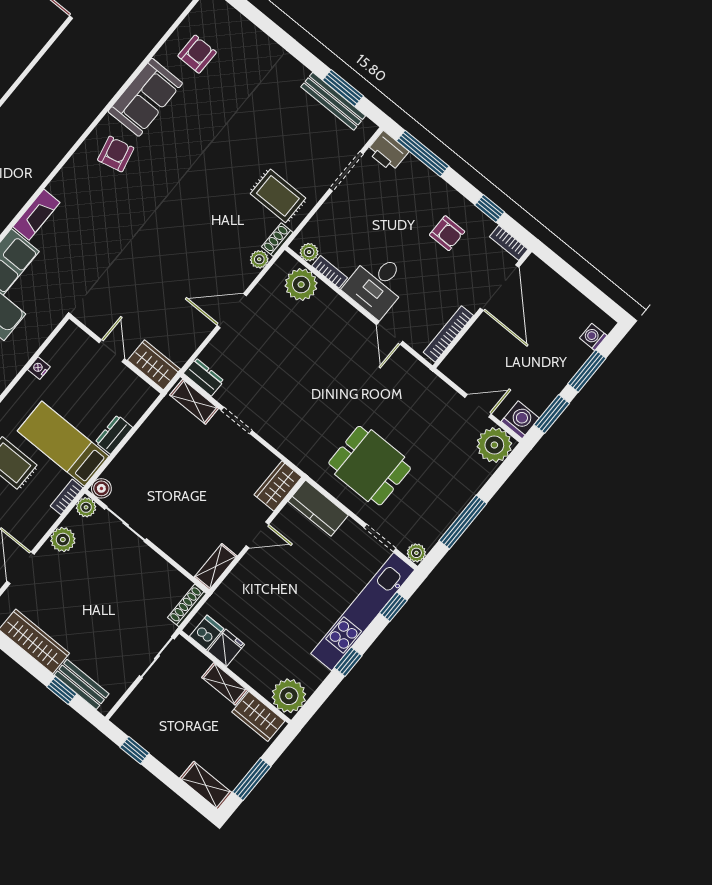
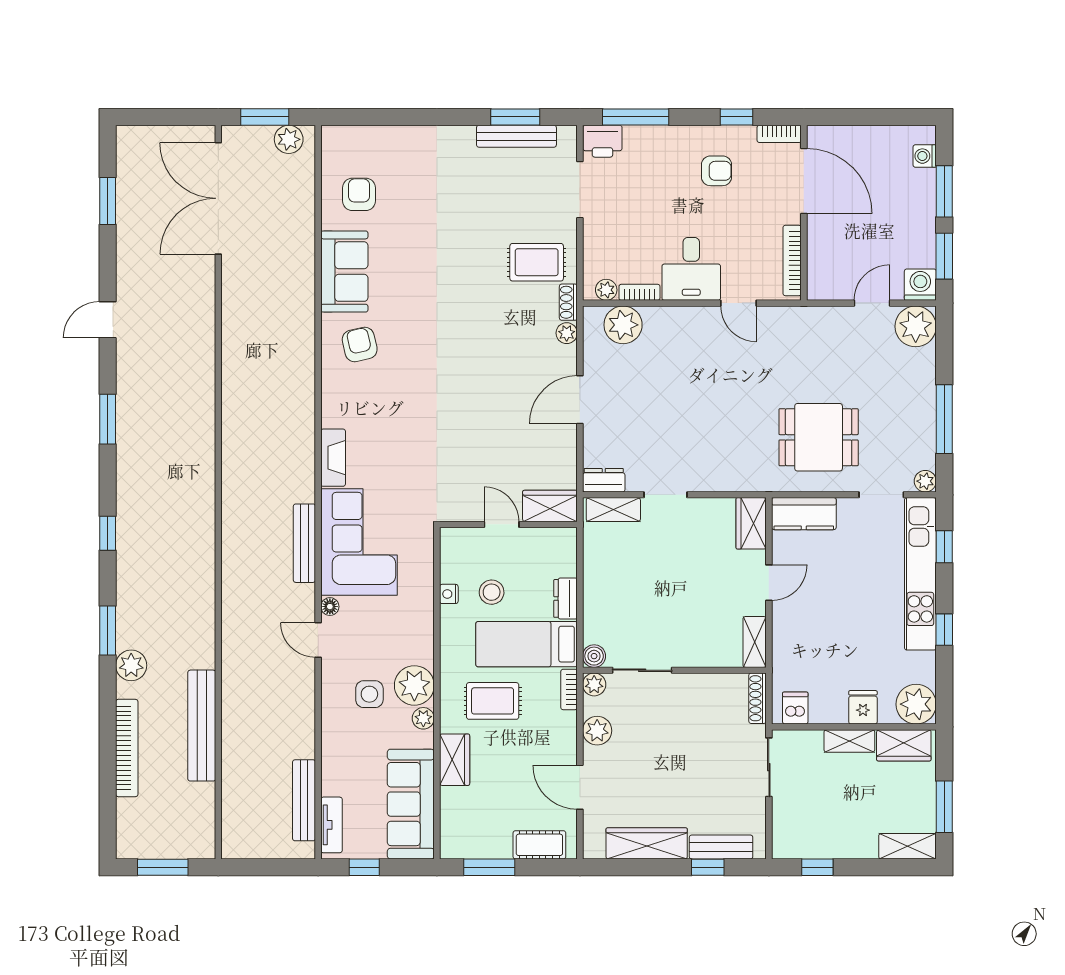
stool: (68, 390) -> (492, 592), added
fridge: (226, 648) -> (863, 707), moved

